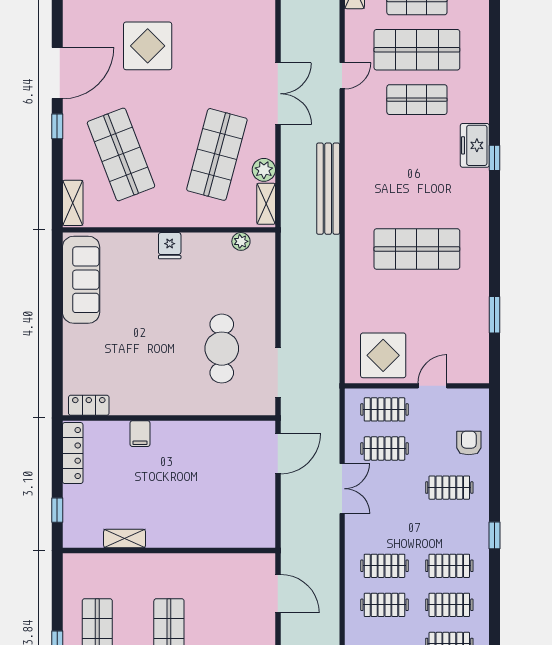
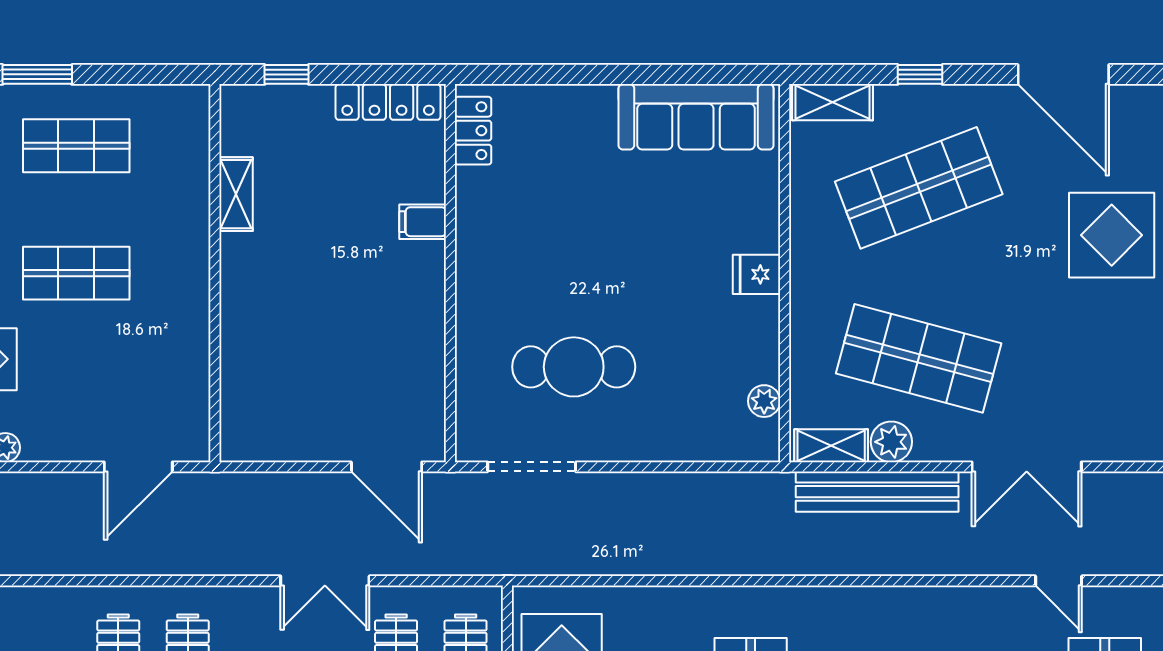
window: (57, 126) -> (920, 74), moved
bench: (328, 189) -> (877, 492), moved

